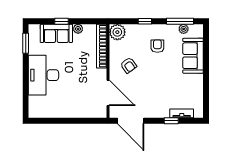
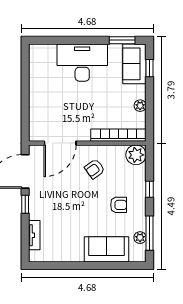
window: (62, 21) -> (149, 68), moved
sofa: (56, 33) -> (134, 64), moved
window: (171, 121) -> (25, 204), moved

